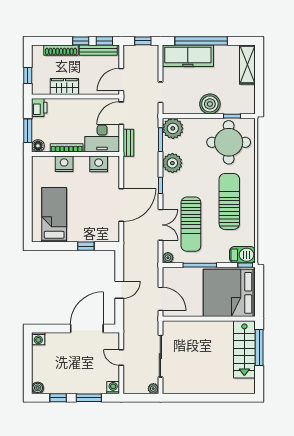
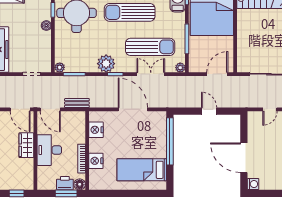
wardrobe: (64, 86) -> (26, 145), moved
boiler: (210, 104) -> (46, 26), width x0.54, depth x0.54
printer: (39, 108) -> (65, 183), moved
plant: (173, 128) -> (60, 67), width x0.53, depth x0.53
desk: (102, 138) -> (49, 150), moved, turned 180
plant: (172, 163) -> (106, 64), moved
window: (86, 246) -> (170, 141), width x3.17
door: (87, 328) -> (244, 158), moved

